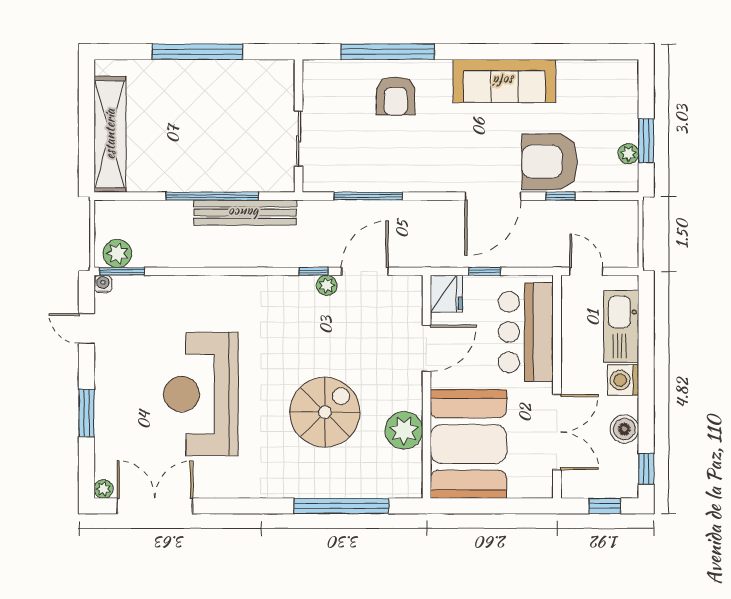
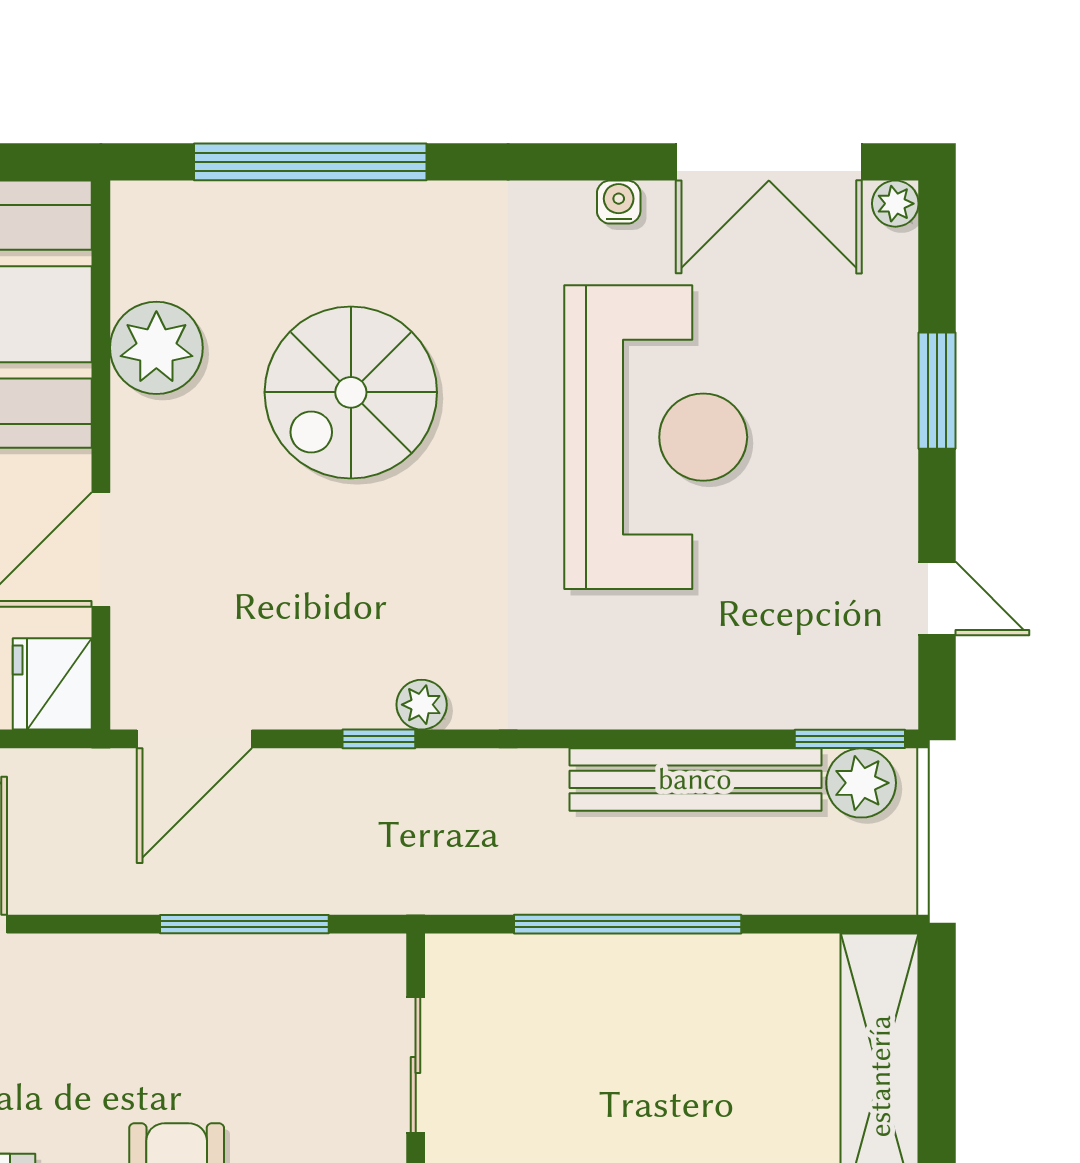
bench: (245, 213) -> (695, 779), moved
door: (365, 271) -> (194, 739), moved
water cooler: (103, 284) -> (619, 202), moved, turned 180
plant: (327, 285) -> (422, 705), moved

